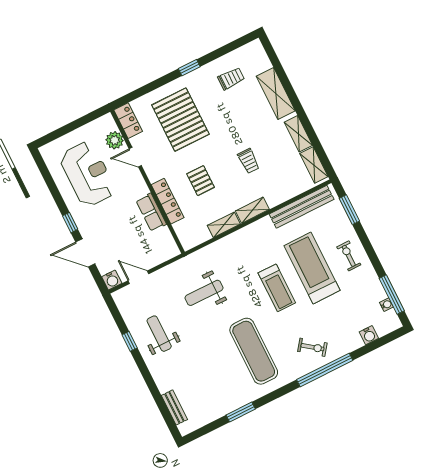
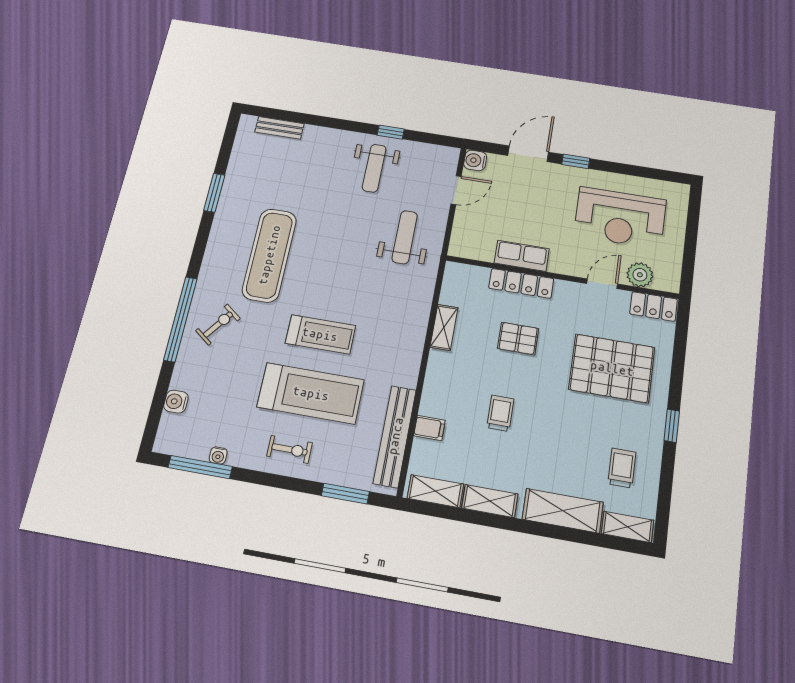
trolley: (231, 78) -> (622, 468), turned 180
trolley: (249, 161) -> (500, 413), turned 90
filing cabinet: (284, 192) -> (429, 428), added
shelving: (252, 210) -> (628, 527), moved, turned 90
treadmill: (277, 288) -> (320, 334), turned 180
weight bench: (204, 293) -> (405, 237), moved
water cooler: (386, 305) -> (218, 455), moved
weight bench: (159, 334) -> (374, 168), turned 90
exercise bike: (312, 347) -> (218, 325), turned 180
exercise mat: (254, 351) -> (269, 255), turned 90

